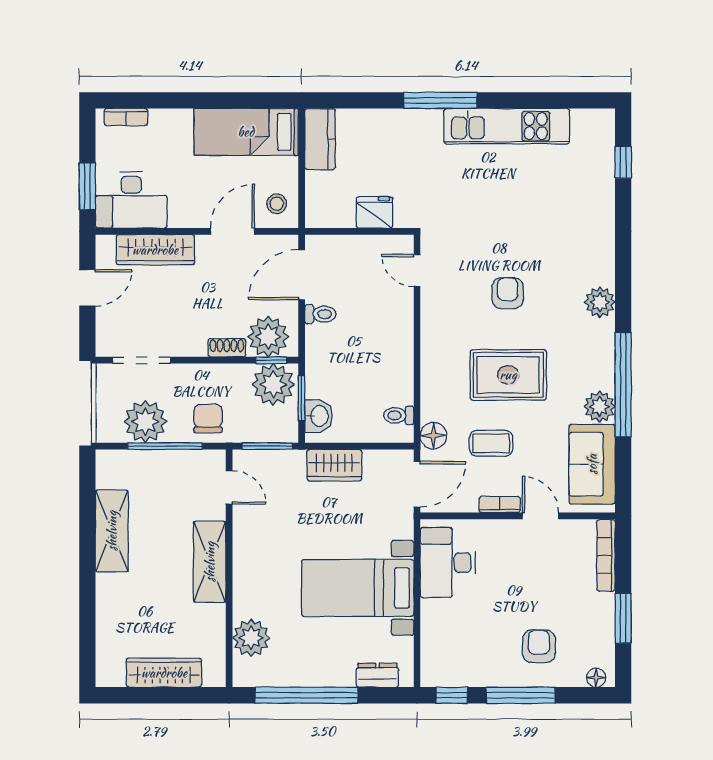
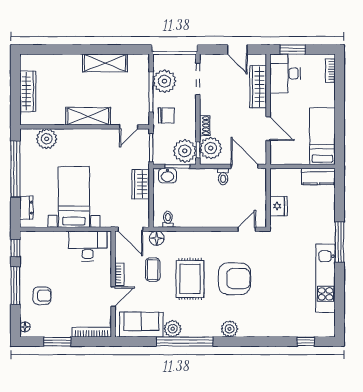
stool: (277, 204) -> (283, 153), removed
armchair: (508, 293) -> (234, 279), width x1.88, depth x1.88

